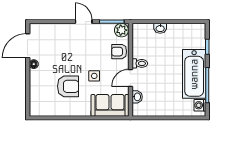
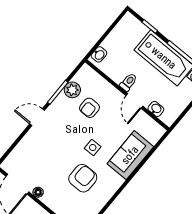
toilet: (140, 63) -> (128, 82), moved
wall: (130, 70) -> (127, 95), moved
door: (130, 78) -> (134, 101), moved
washbasin: (137, 97) -> (156, 109), moved

